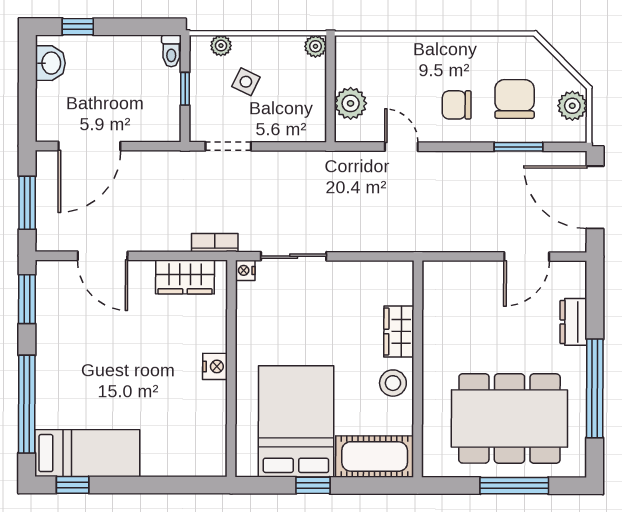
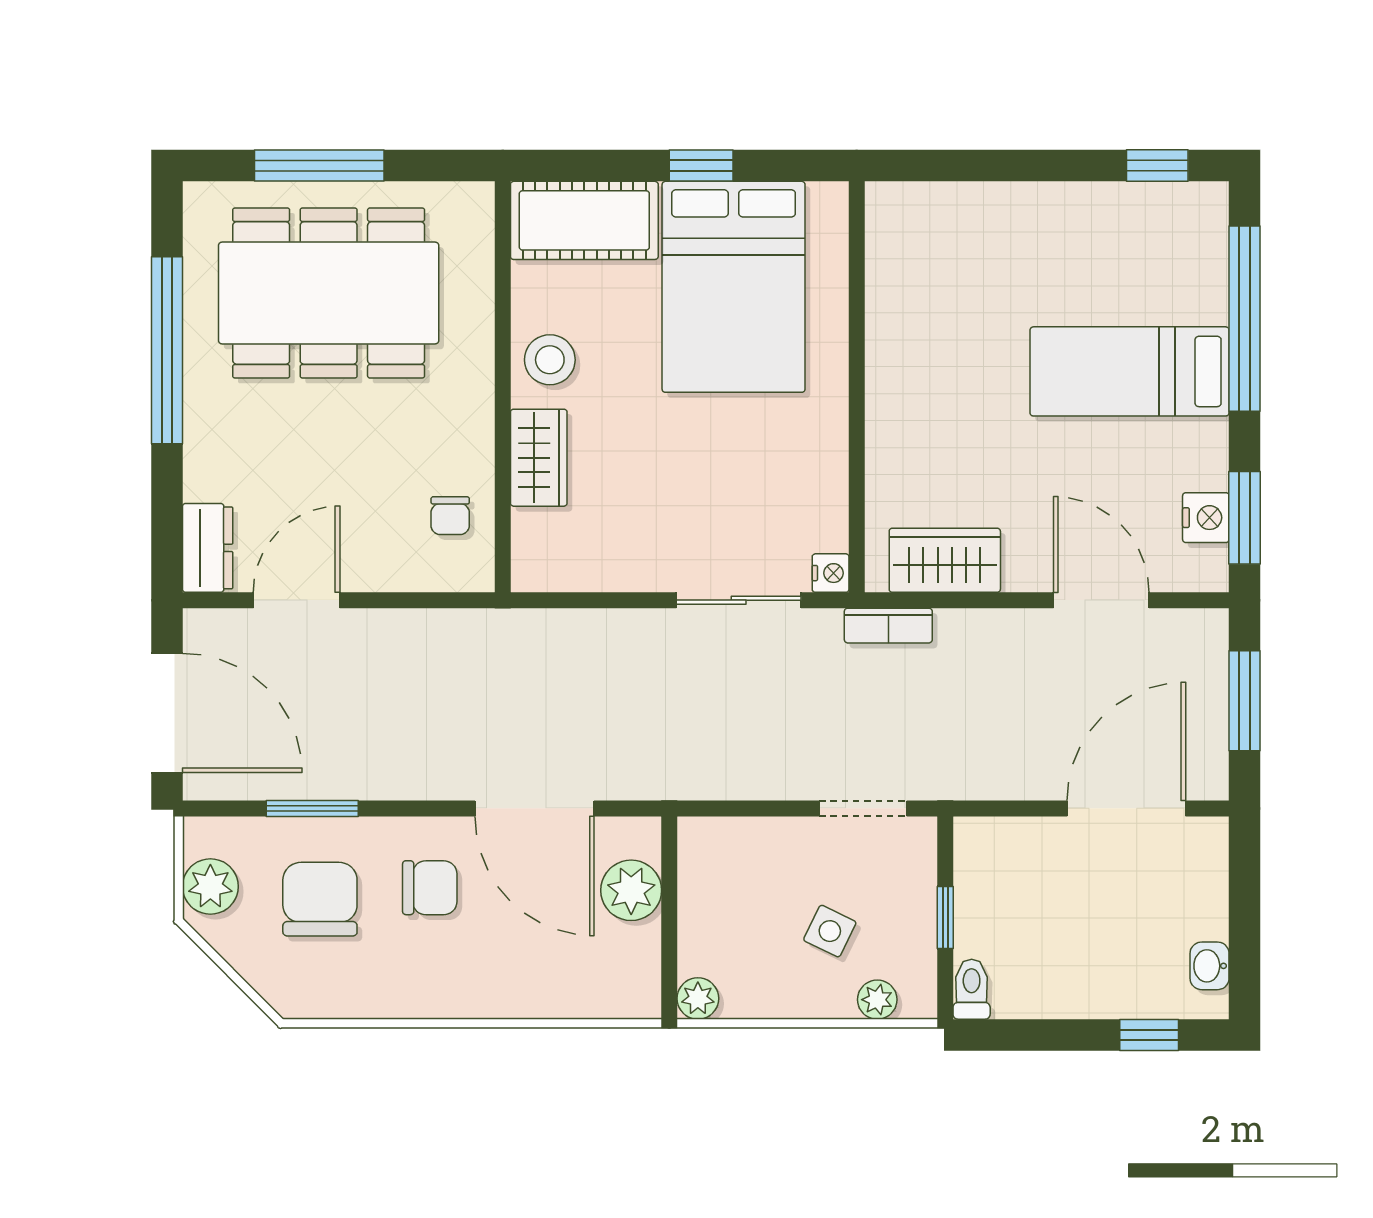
washbasin: (50, 63) -> (1210, 966), width x0.72, depth x0.69
chair: (515, 99) -> (320, 899), turned 180
door: (401, 147) -> (535, 808), width x1.87
chair: (446, 301) -> (450, 516), added
dresser: (573, 322) -> (208, 548), moved
nightstand: (215, 366) -> (1206, 518), moved, turned 180
bed: (87, 453) -> (1130, 371), moved

